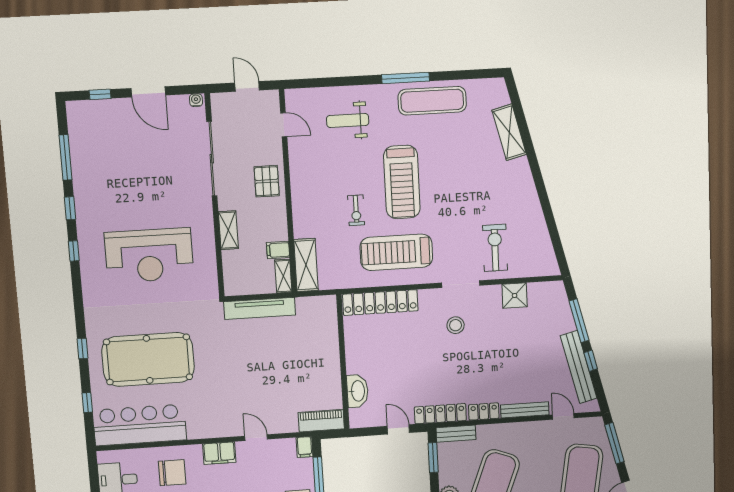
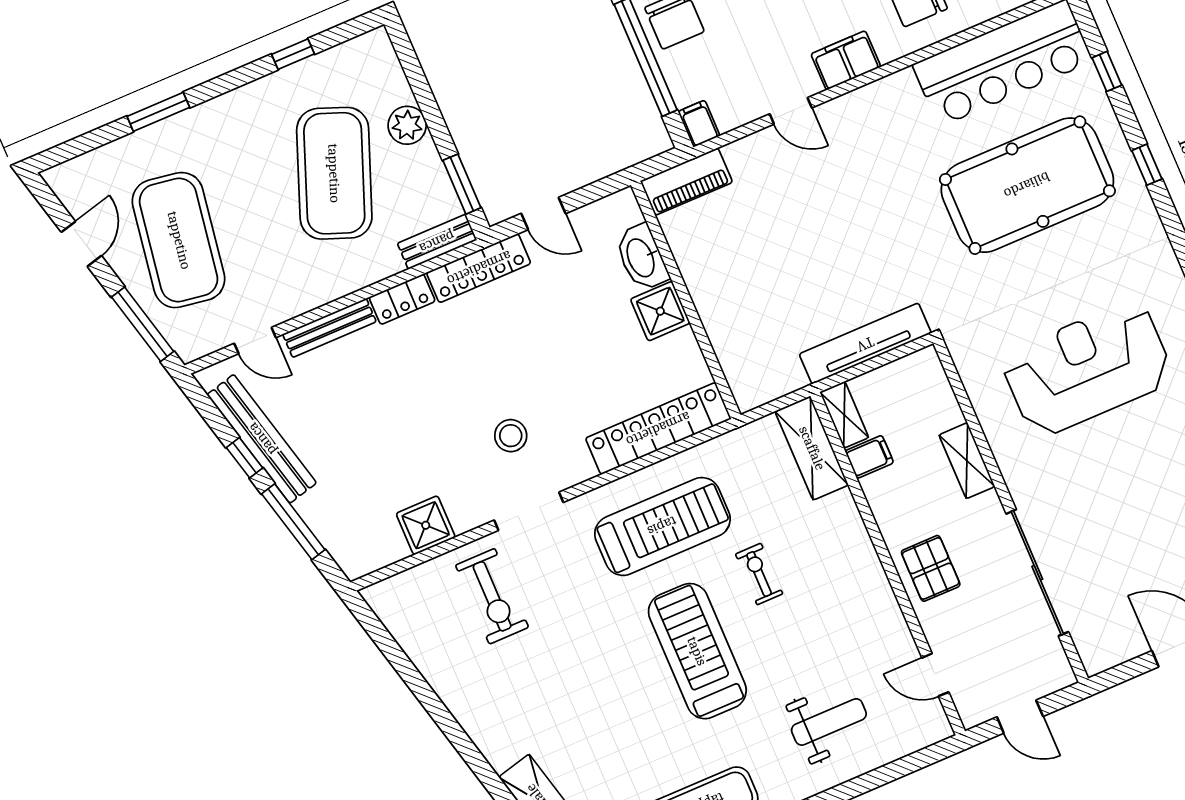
water cooler: (196, 100) -> (1098, 662), removed
shower: (358, 361) -> (660, 311), added

